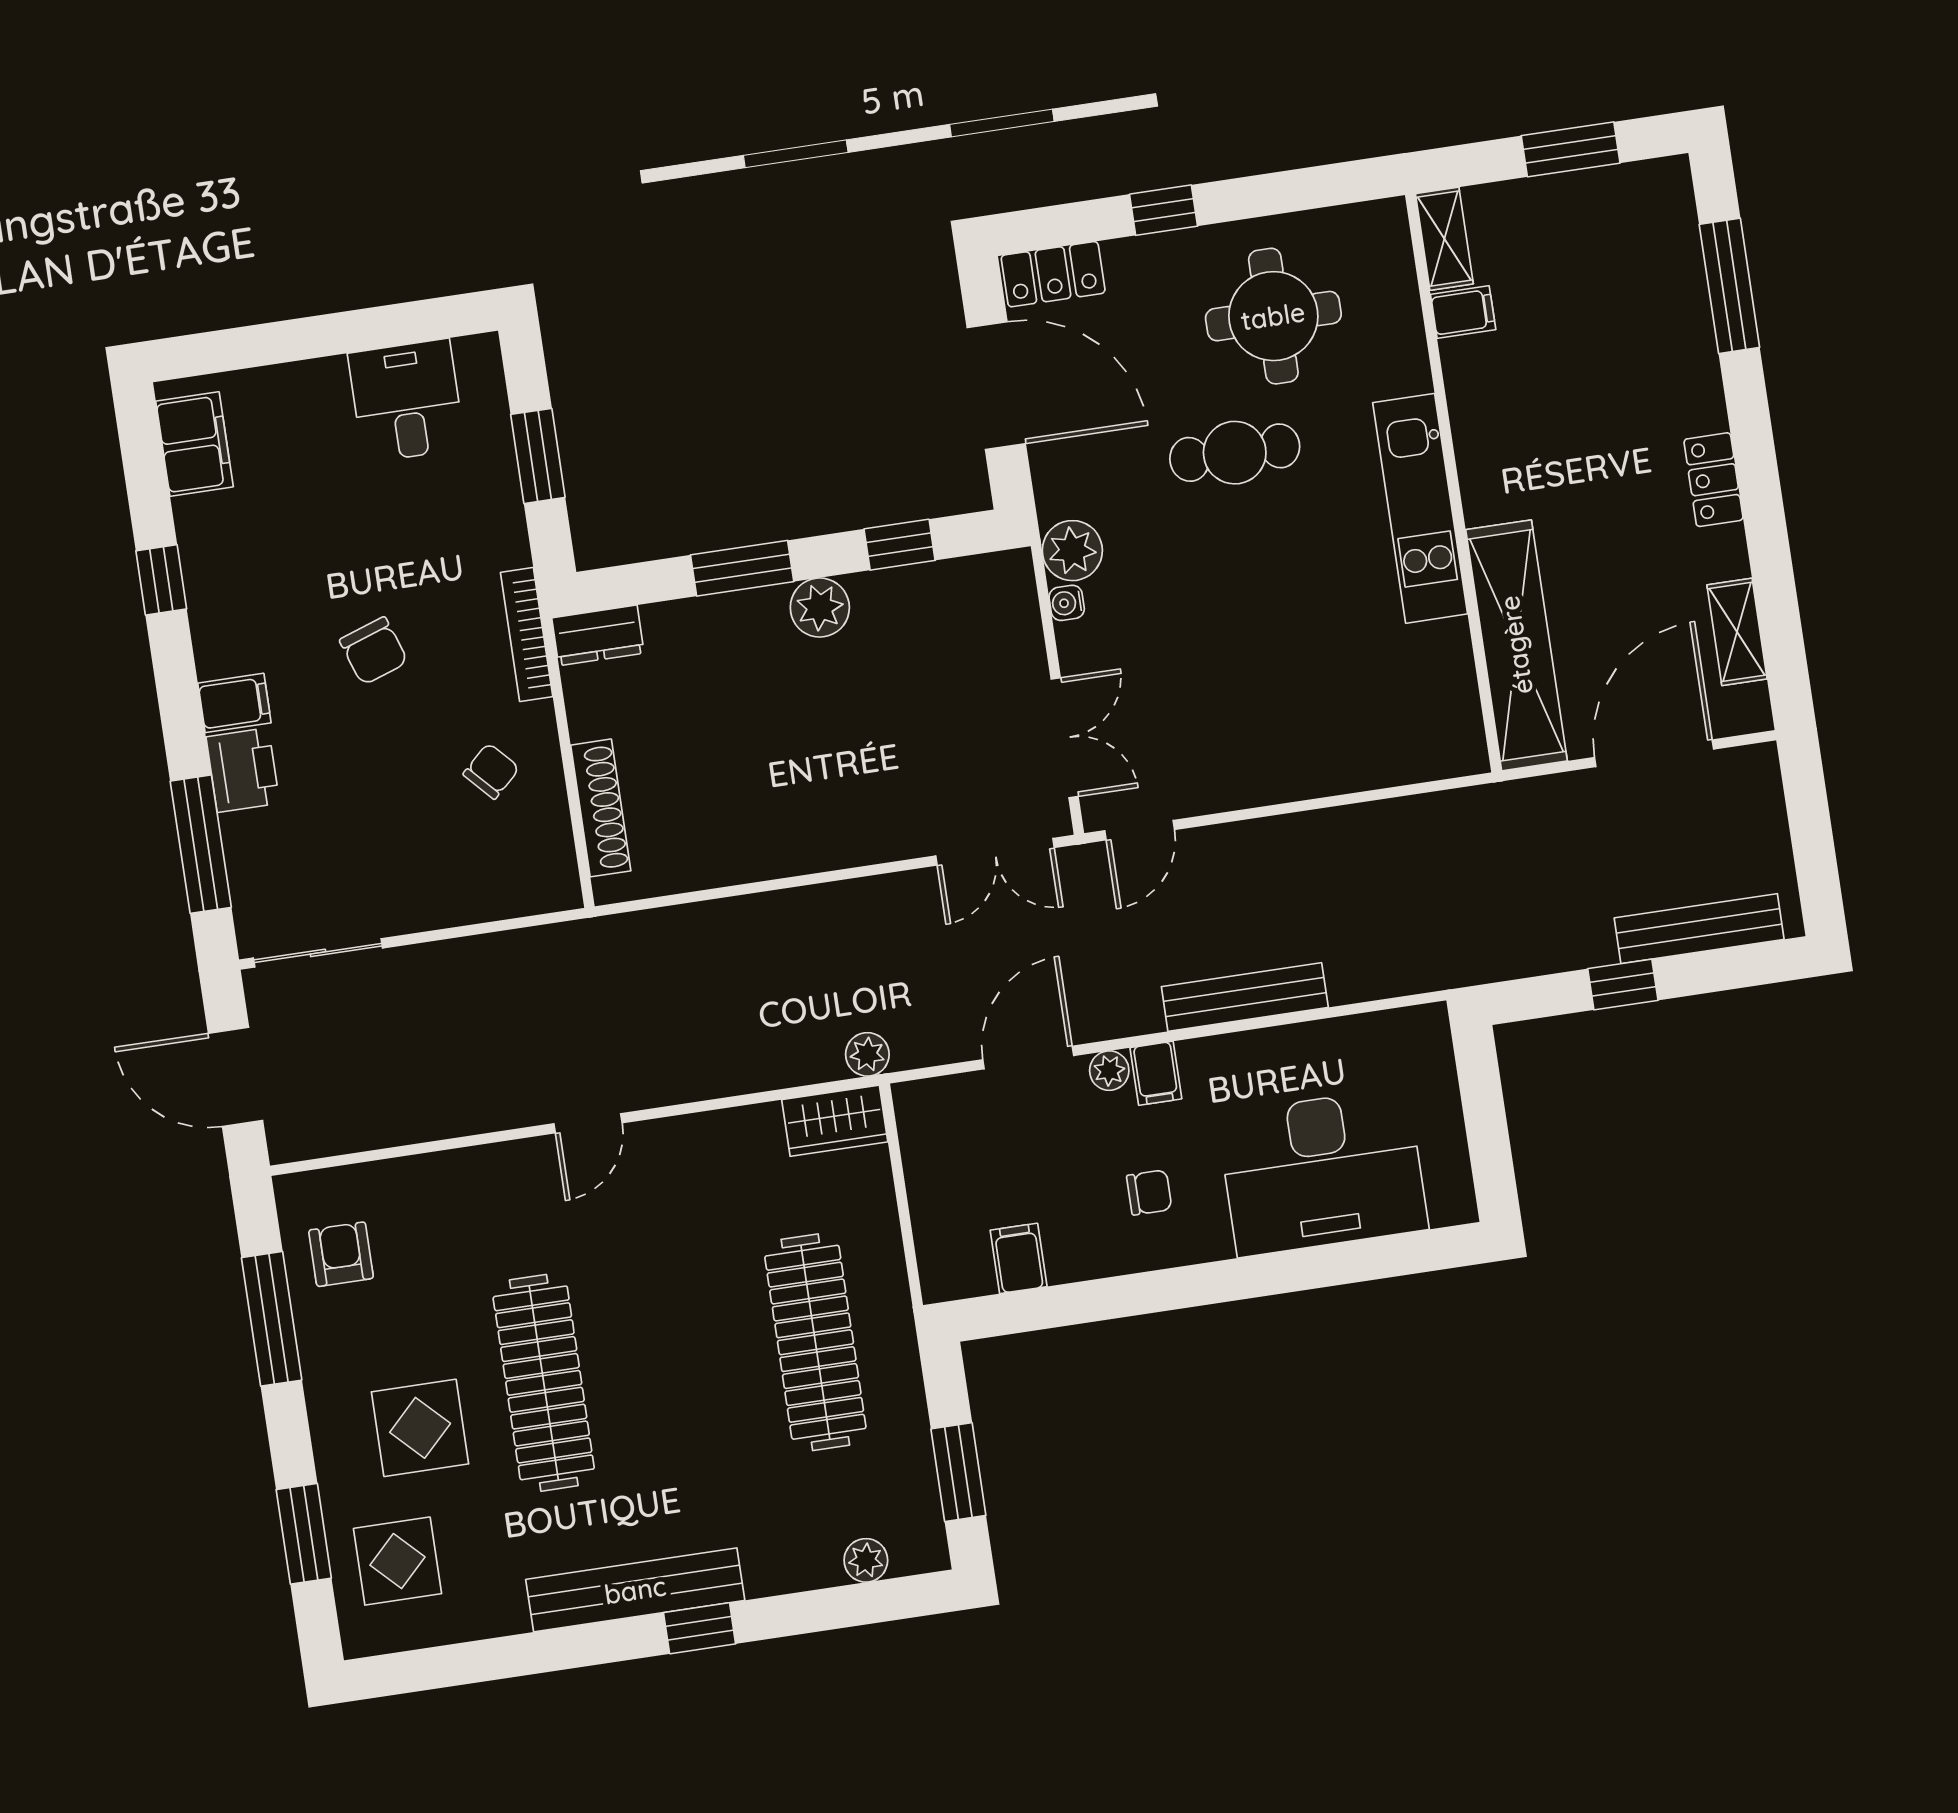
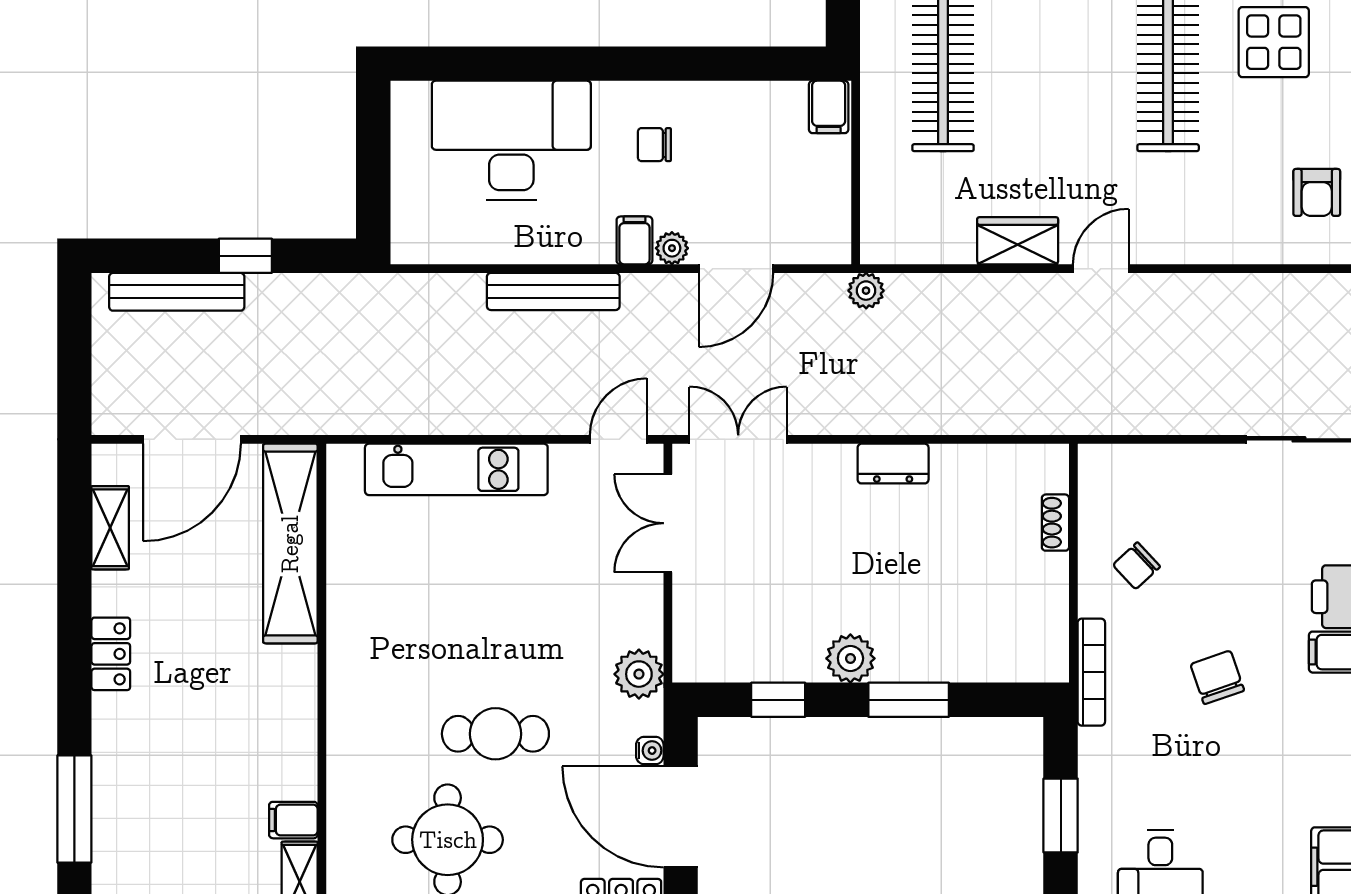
kitchen unit: (1420, 508) -> (456, 469), moved, turned 90
water cooler: (1067, 603) -> (650, 751), moved
dresser: (598, 635) -> (893, 464), moved, turned 180
shoe rack: (601, 808) -> (1055, 523), width x0.51, depth x0.81
wardrobe: (835, 1121) -> (1018, 241), moved
filing cabinet: (1019, 1258) -> (829, 107), moved

